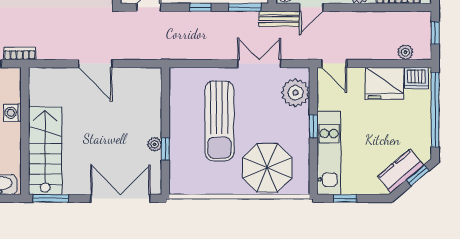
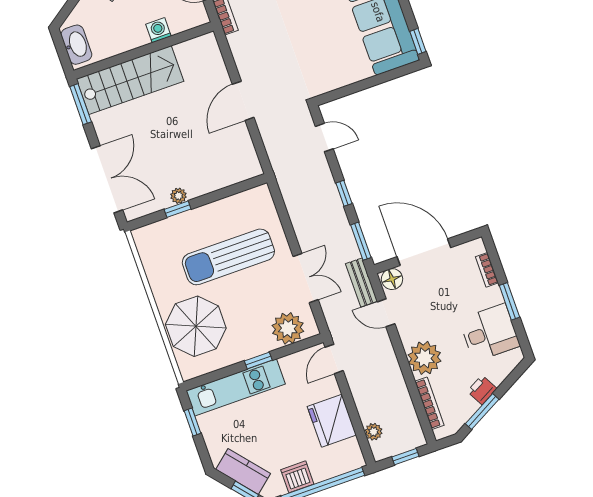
dishwasher: (416, 78) -> (297, 477), moved, turned 90

